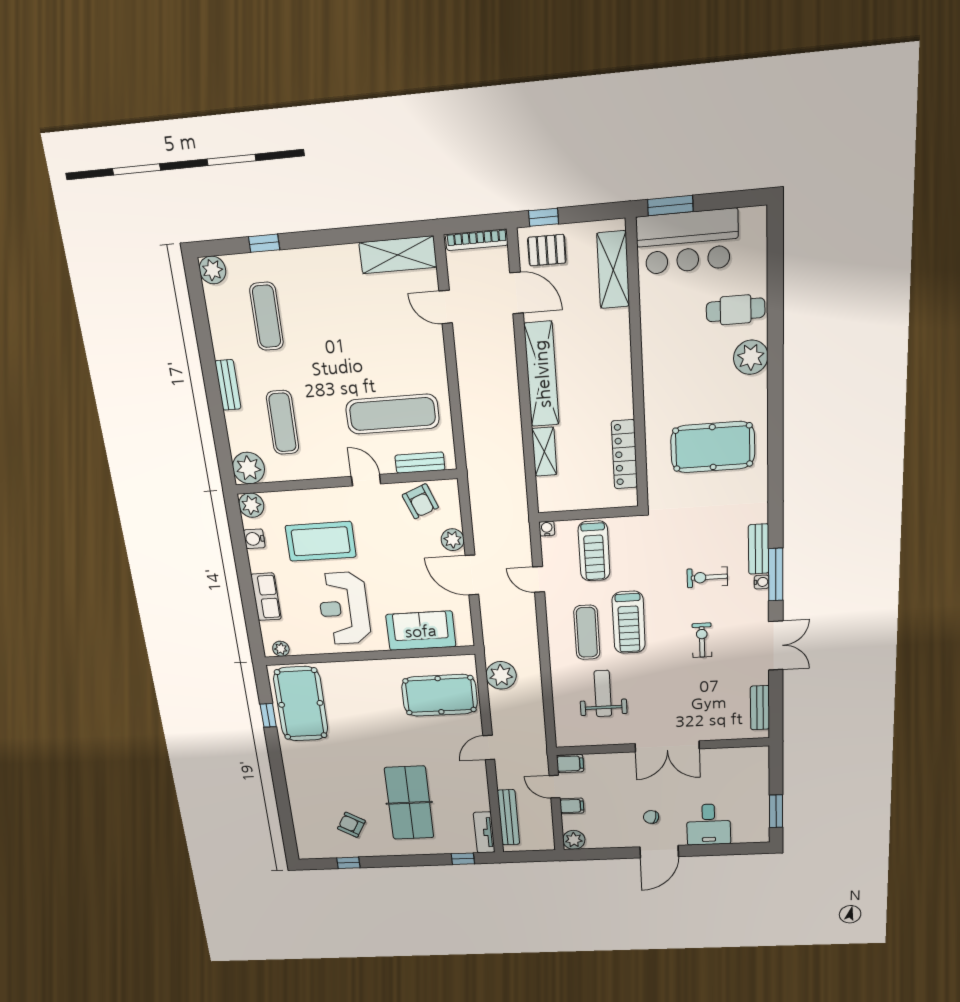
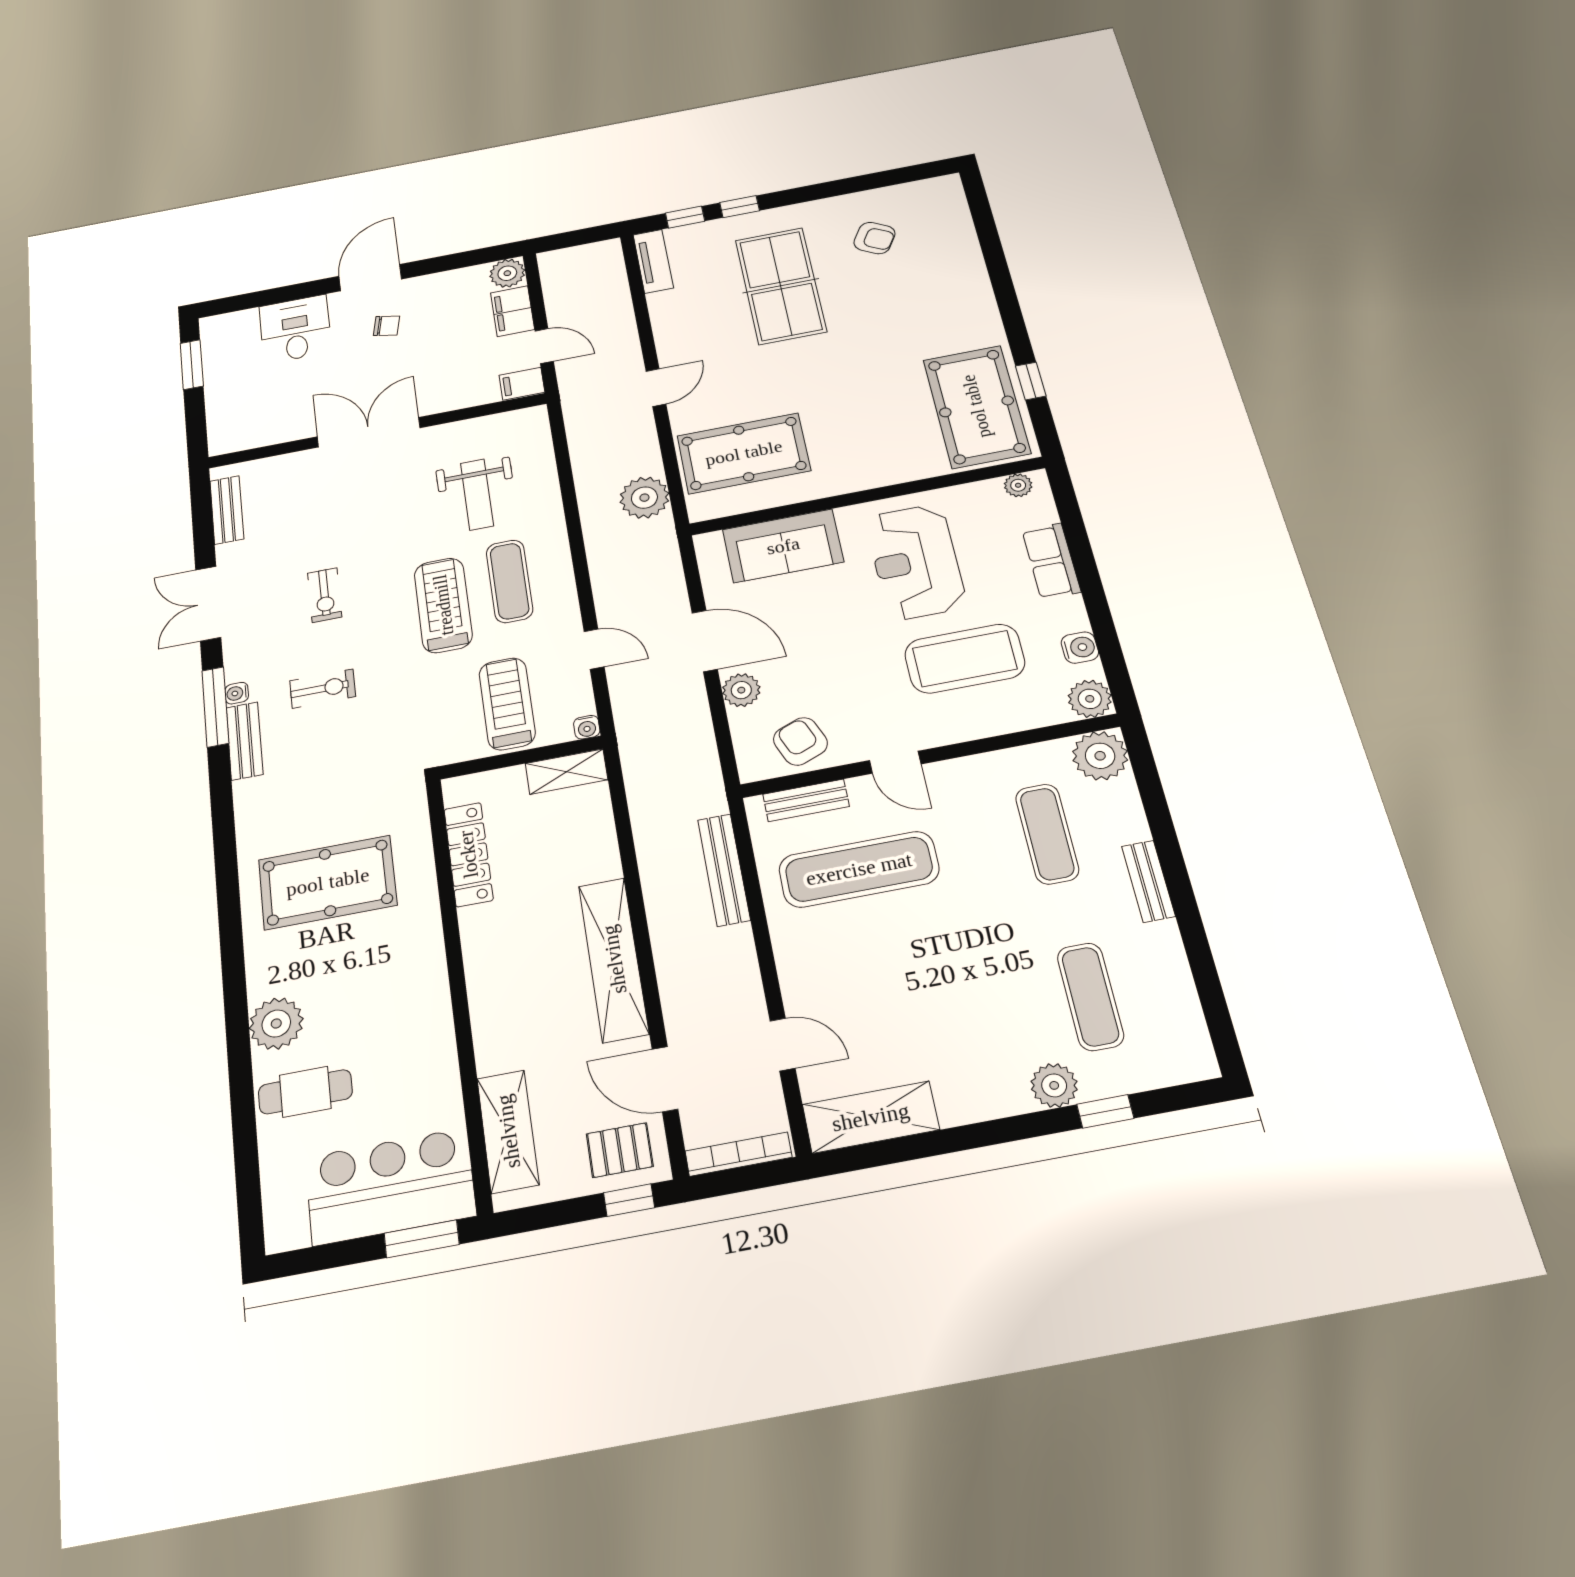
plant: (212, 270) -> (1054, 1085), moved
shelving: (544, 452) -> (566, 772), moved, turned 90
reception desk: (344, 608) -> (916, 562), turned 180
filing cabinet: (572, 806) -> (513, 311), width x2.00
bench: (508, 817) -> (724, 870), moved
window: (348, 863) -> (740, 207), moved

